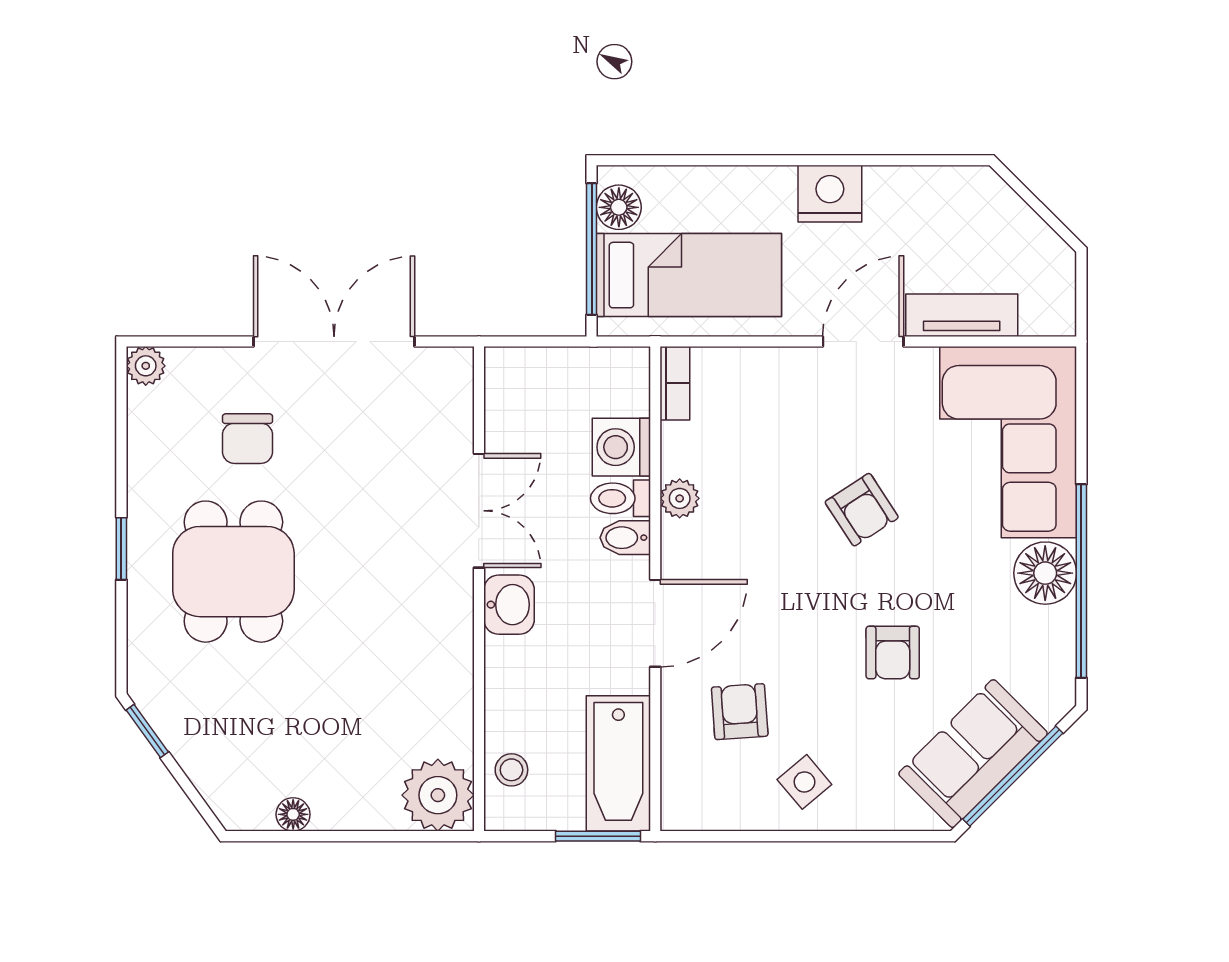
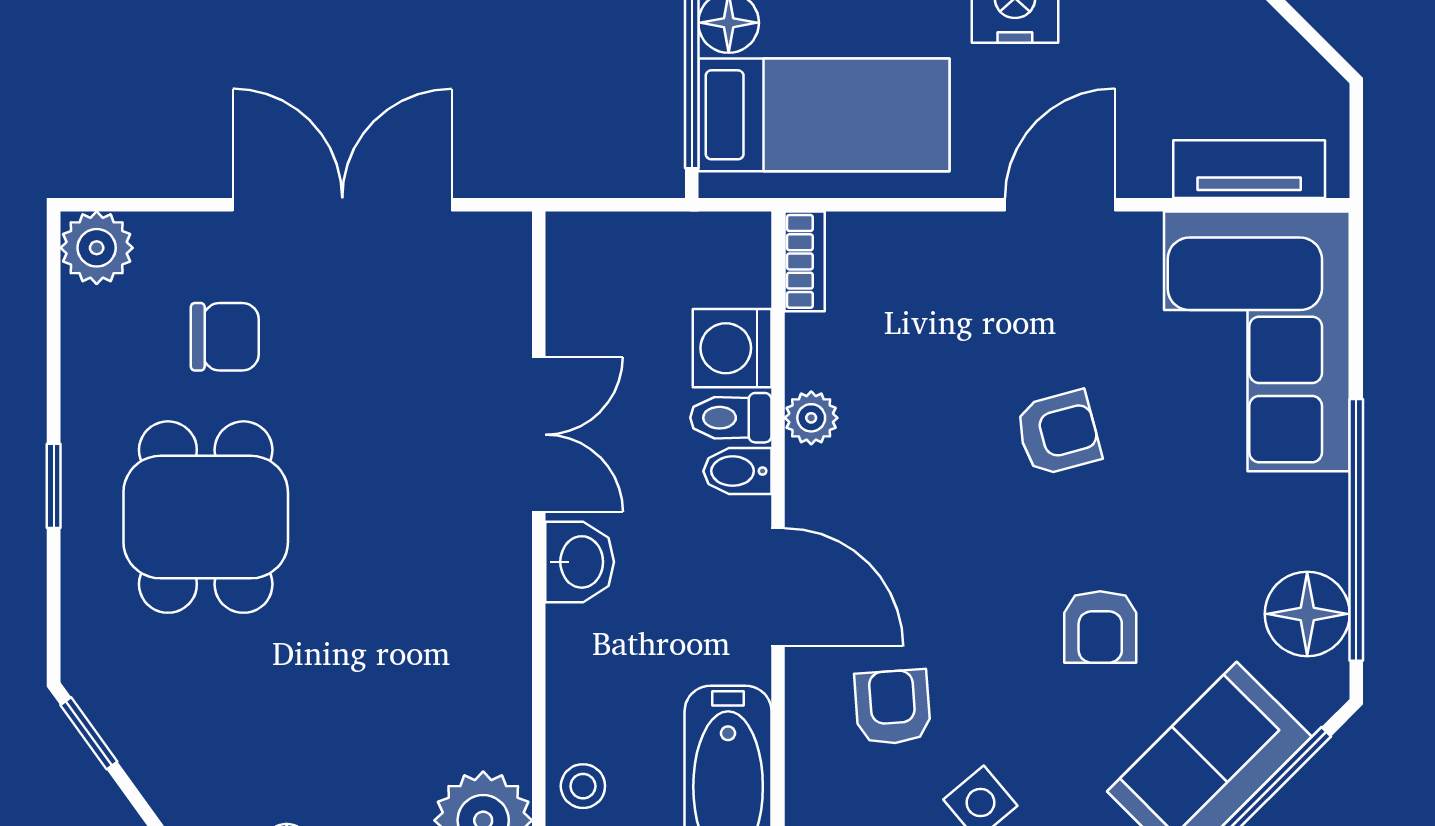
tv unit: (962, 315) -> (1249, 169), moved
plant: (146, 366) -> (97, 248), width x1.38, depth x1.38
chair: (248, 439) -> (225, 337), turned -90
armchair: (862, 510) -> (1058, 433), turned -72
floor lamp: (1045, 573) -> (1307, 614), moved
door: (655, 623) -> (778, 587), hinge flipped

